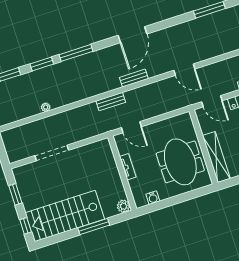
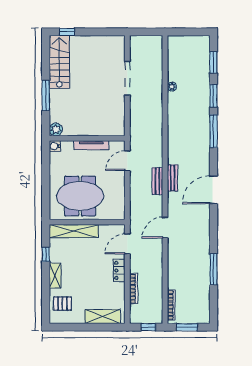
door: (133, 35) -> (213, 190), hinge flipped
bench: (111, 102) -> (157, 181), moved
tv unit: (128, 167) -> (91, 145), width x1.41
window: (15, 194) -> (100, 32), removed
water cooler: (153, 198) -> (55, 146), moved
stairs: (65, 216) -> (59, 62), width x0.73, depth x0.66

